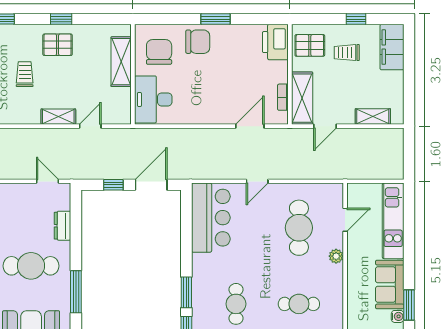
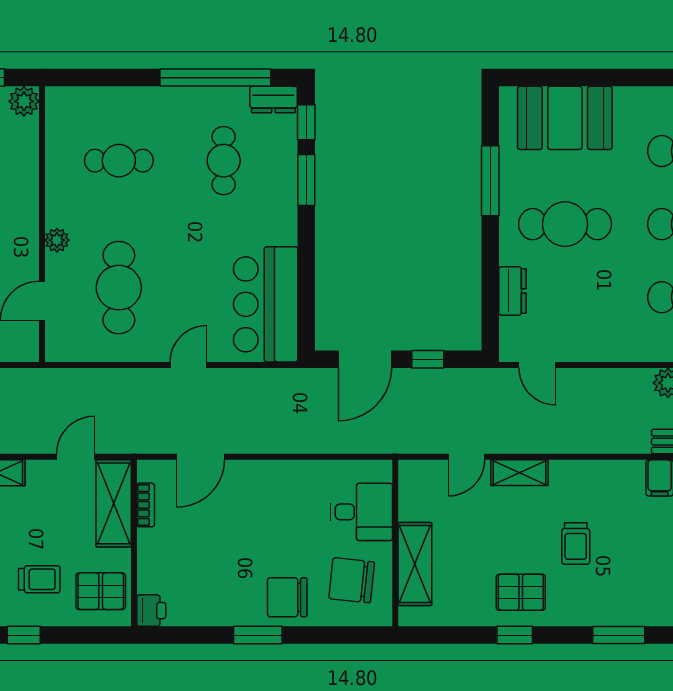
printer: (275, 42) -> (151, 611), width x0.53, depth x0.68
chair: (159, 52) -> (352, 580), turned 96
desk: (153, 99) -> (361, 512), width x0.73

